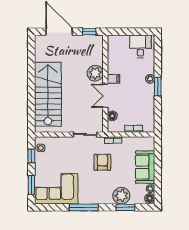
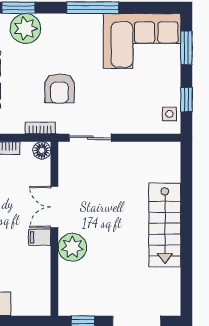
stairs: (48, 94) -> (165, 225), width x0.73, depth x0.66
double door: (105, 96) -> (54, 207), swing flipped
floor lamp: (112, 116) -> (42, 150), moved

